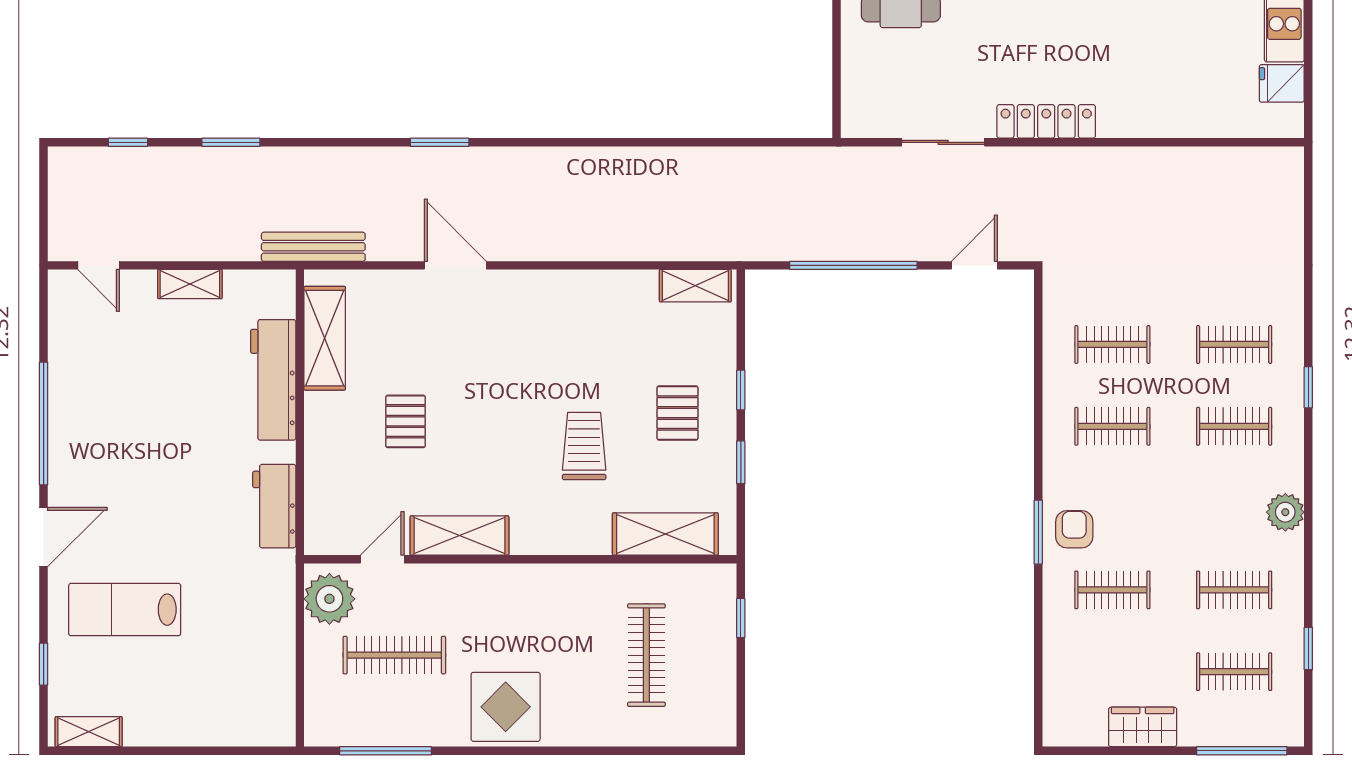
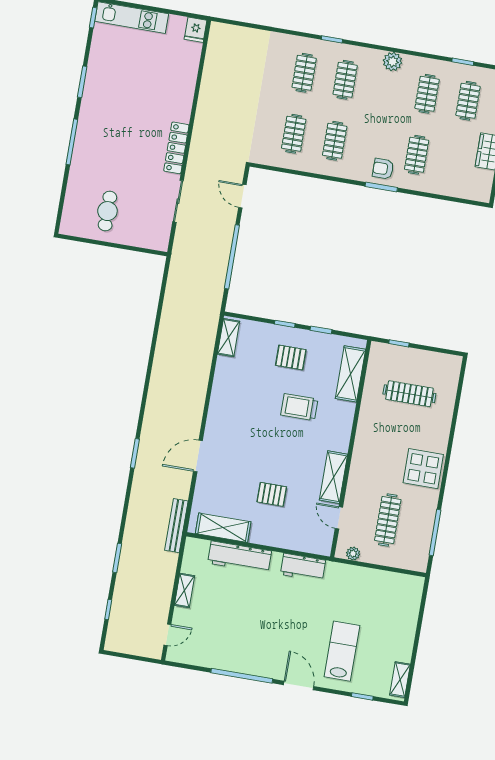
fridge: (1282, 83) -> (196, 30), moved
plant: (329, 599) -> (353, 554), width x0.53, depth x0.53
lab bench: (125, 610) -> (342, 651), turned 180

